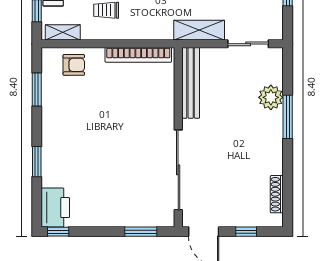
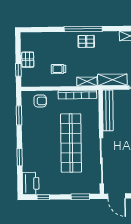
shelving: (63, 32) -> (87, 81), moved
shop shelf: (126, 138) -> (71, 143), added
window: (58, 232) -> (43, 197), moved

